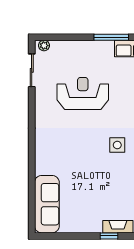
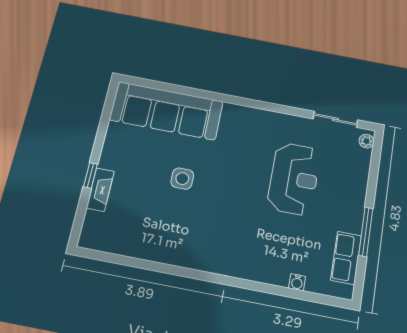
side table: (117, 145) -> (182, 179), moved
sofa: (47, 204) -> (166, 111), width x1.36, depth x1.27

